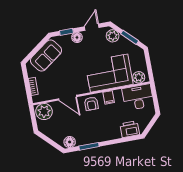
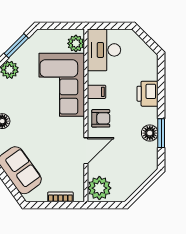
printer: (130, 129) -> (147, 94), moved
floor lamp: (70, 142) -> (150, 133), moved

